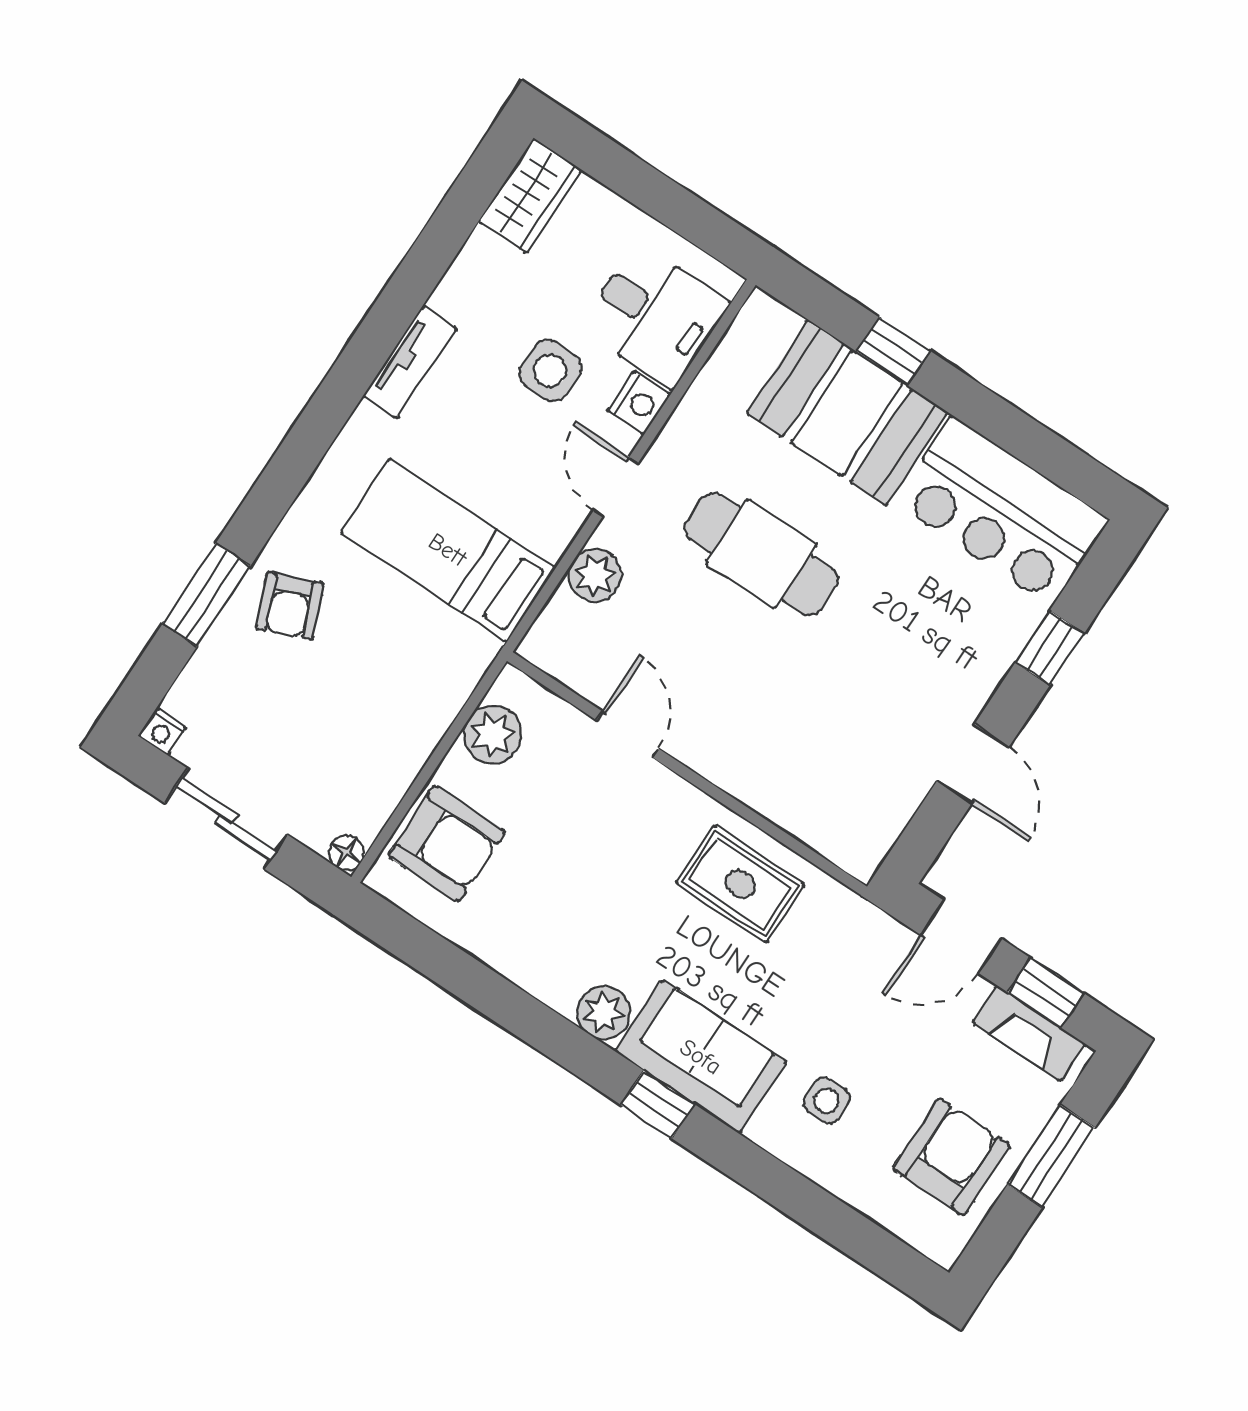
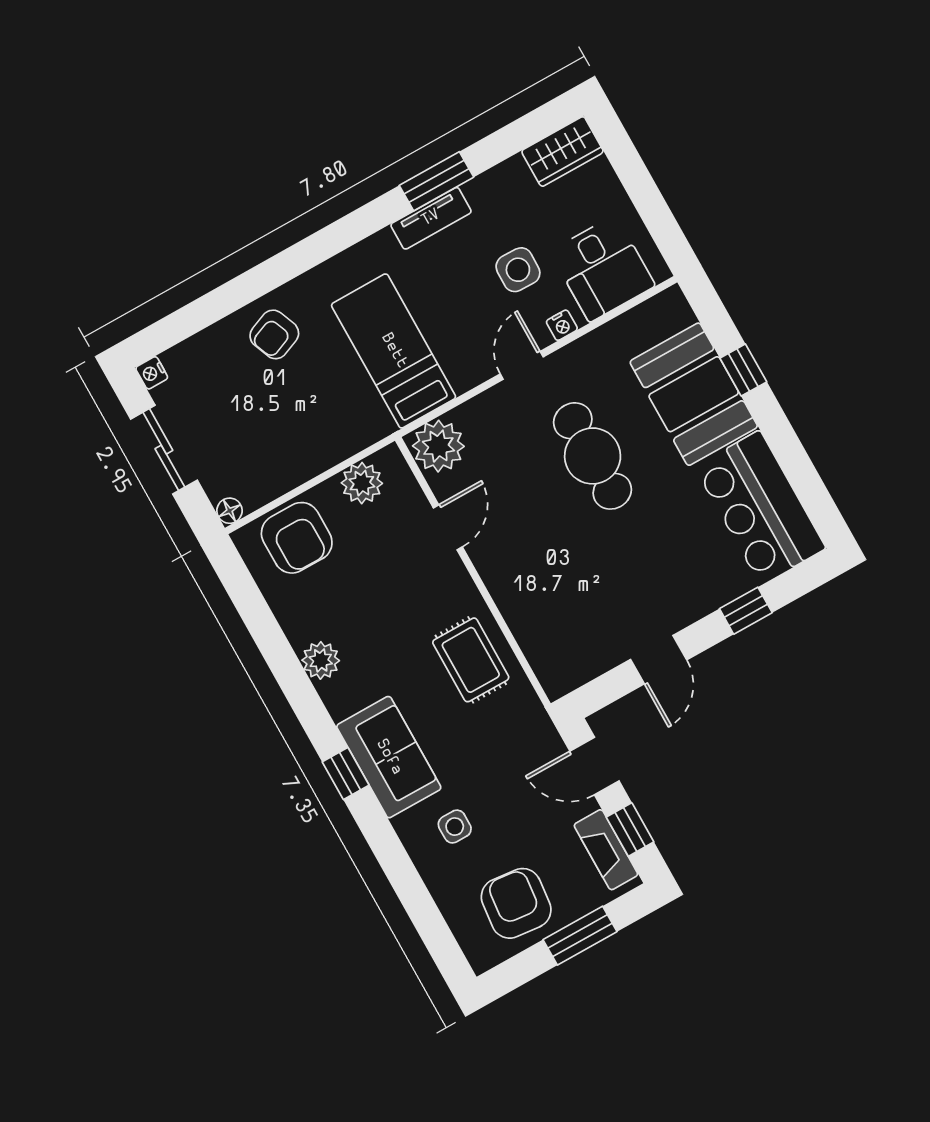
nightstand: (639, 403) -> (562, 325), width x0.72, depth x0.74
plant: (595, 575) -> (438, 446), moved, width x1.36, depth x1.36
window: (206, 595) -> (437, 181), moved
plant: (604, 1013) -> (321, 660), moved
armchair: (951, 1157) -> (516, 903), turned -84

